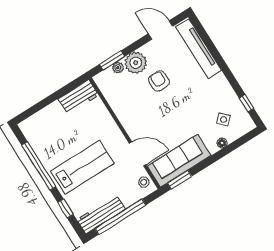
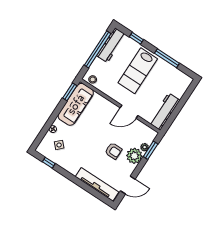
workbench: (78, 97) -> (164, 112), width x1.38
door: (138, 154) -> (129, 112), moved
window: (39, 166) -> (167, 58), width x0.68

